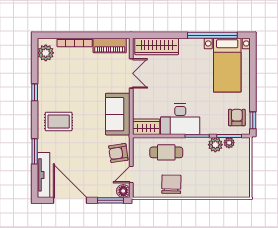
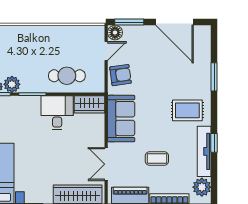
coffee table: (86, 78) -> (157, 159), added
desk: (180, 119) -> (57, 113), width x0.73
tv unit: (44, 175) -> (204, 151), moved
chair: (171, 184) -> (61, 40), removed

